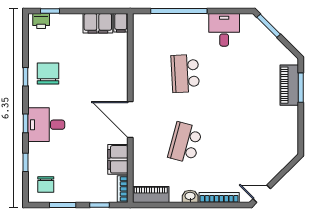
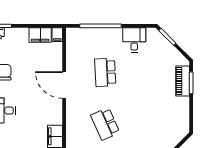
door: (130, 120) -> (64, 85), moved
school desk: (185, 143) -> (105, 124), turned -39

